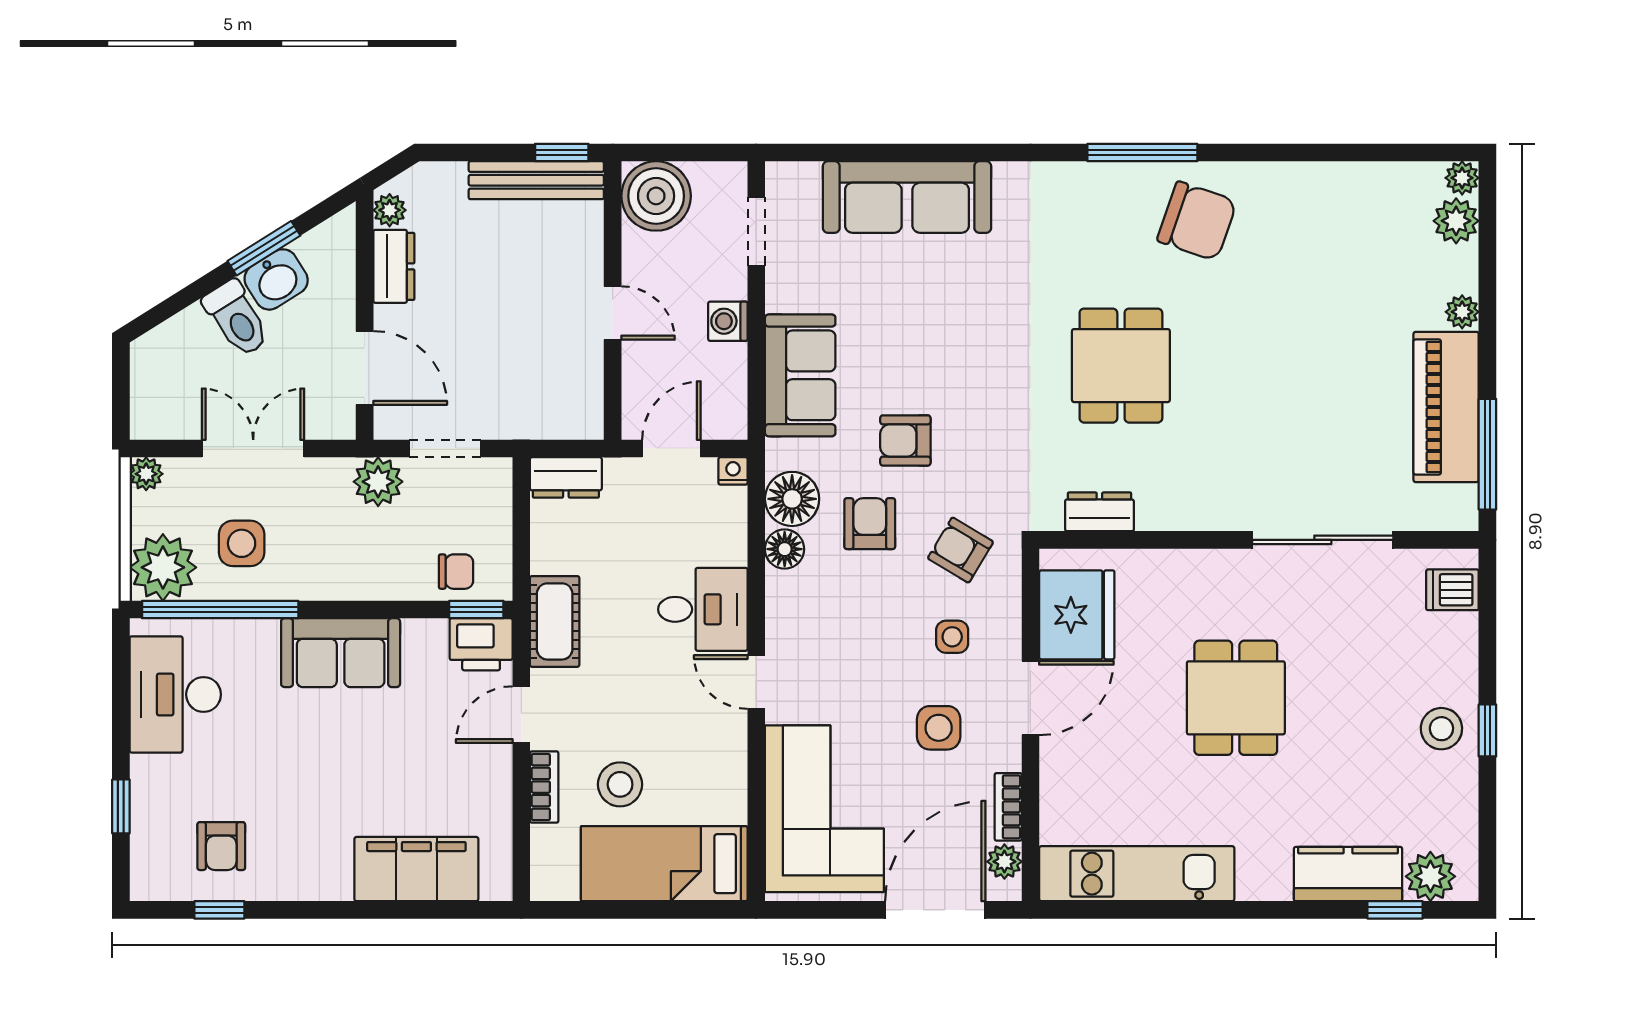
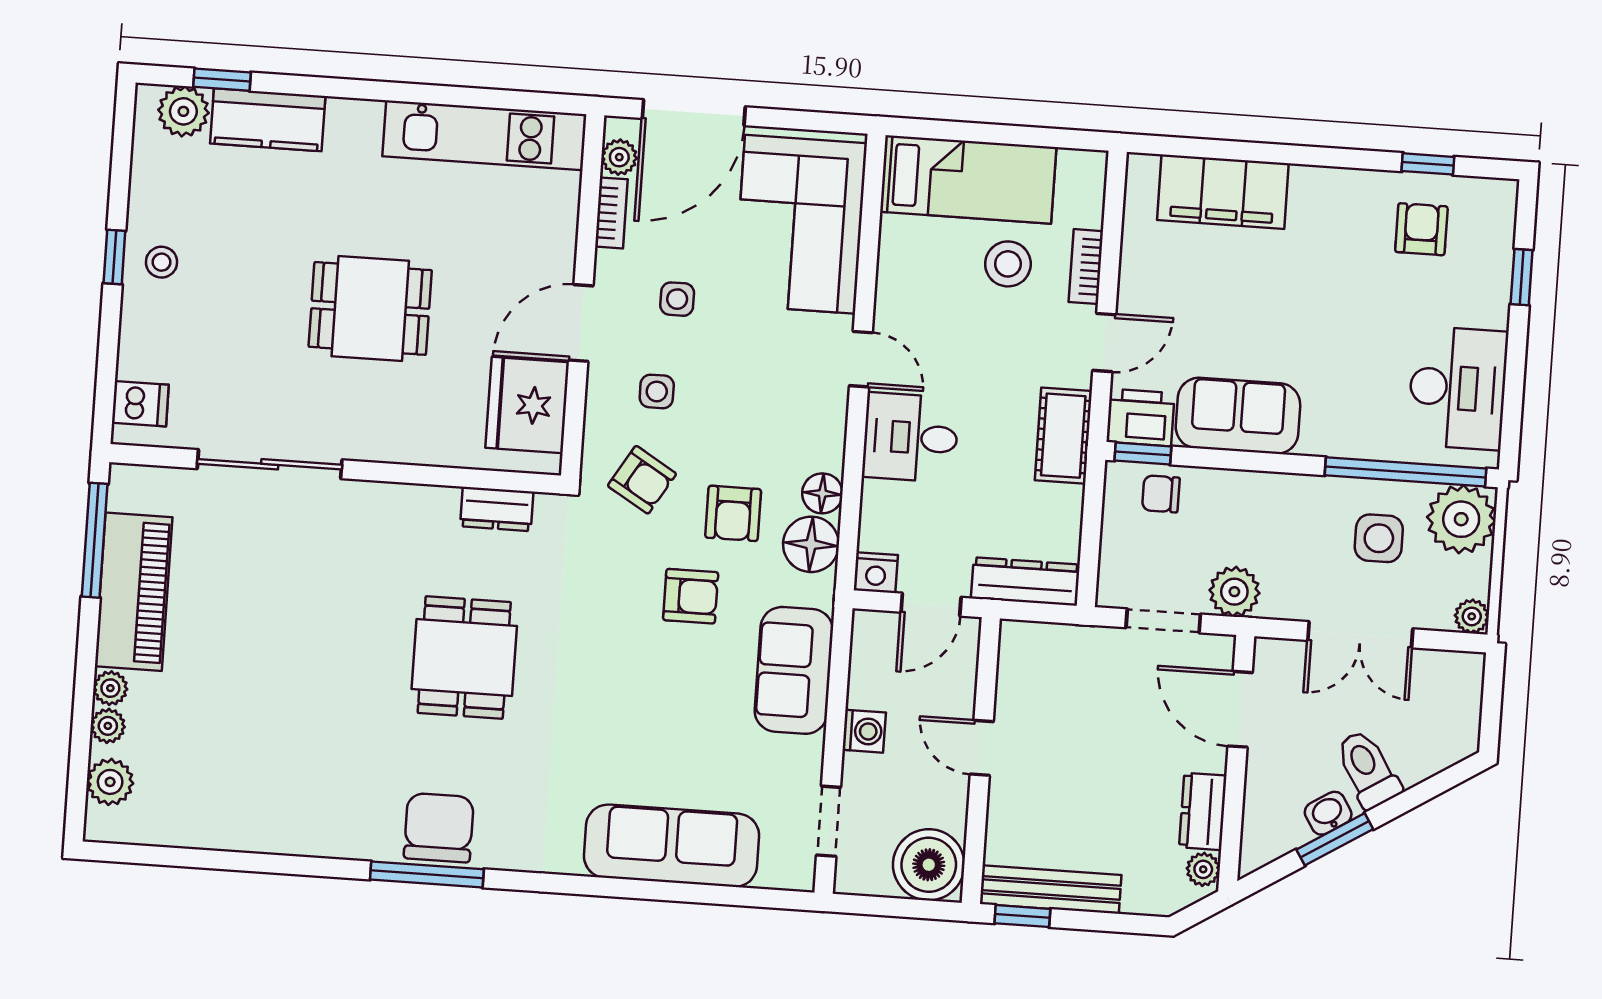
plant: (1462, 178) -> (108, 726), moved
chair: (1197, 221) -> (439, 828), moved, turned 71
washbasin: (276, 279) -> (1328, 813), width x0.72, depth x0.69
nightstand: (733, 471) -> (876, 573), width x1.39, depth x1.35
dresser: (566, 477) -> (1025, 581), width x1.44
sofa: (341, 653) -> (1238, 416), moved
dining table: (1236, 698) -> (370, 308), turned 90
side table: (939, 728) -> (677, 299), width x0.73, depth x0.73
stool: (1441, 729) -> (161, 262), width x0.73, depth x0.73

